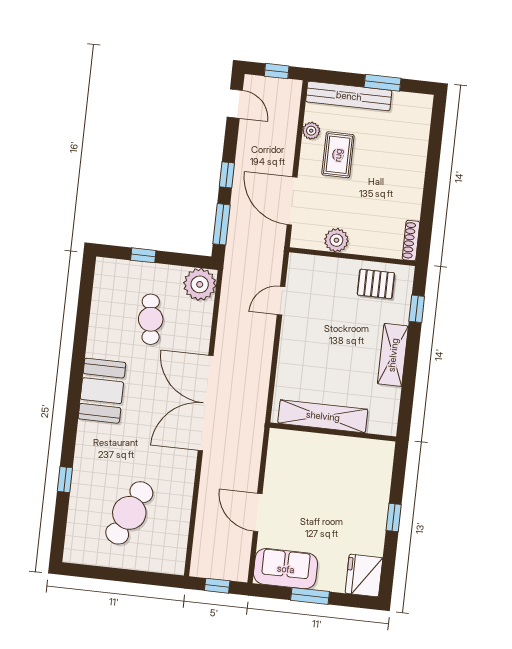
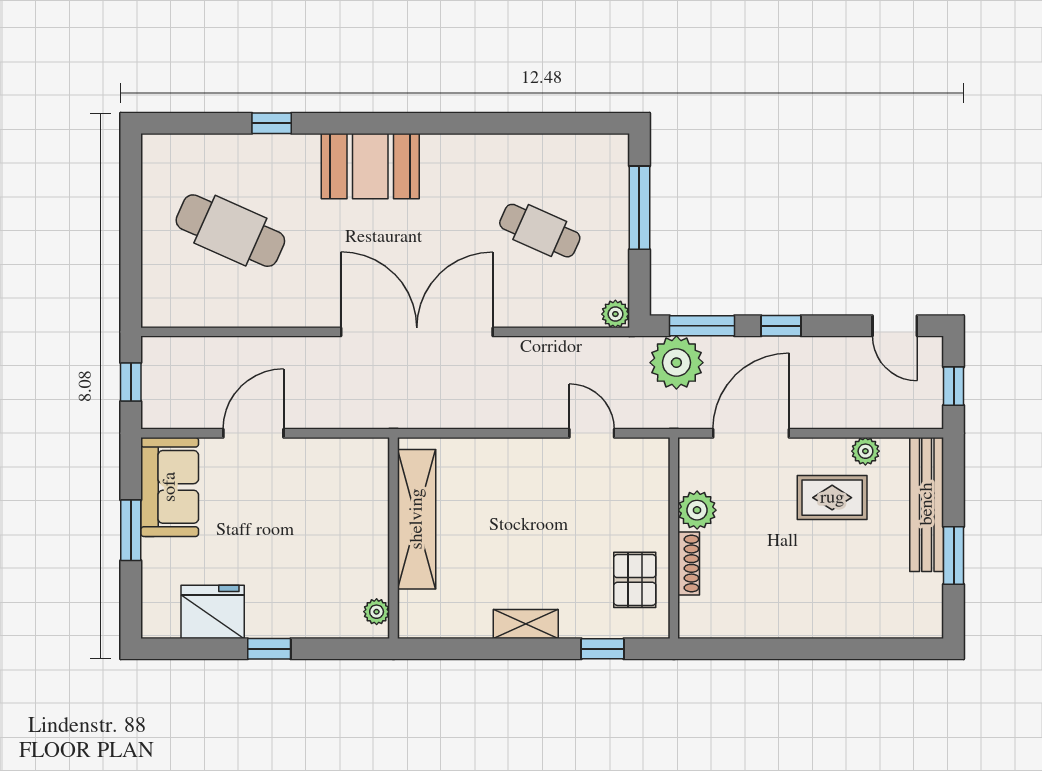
door: (235, 104) -> (895, 326), hinge flipped
shoe rack: (411, 240) -> (689, 564), moved, turned 90
plant: (243, 243) -> (676, 363), added
window: (143, 255) -> (639, 208), width x2.17
plant: (200, 284) -> (615, 314), width x0.53, depth x0.53
cafe table: (151, 319) -> (540, 231), turned 30
shelving: (393, 355) -> (526, 624), width x0.67, depth x0.75
booth: (102, 391) -> (370, 166), moved
plant: (378, 448) -> (377, 612), added
fridge: (364, 576) -> (213, 612), moved

